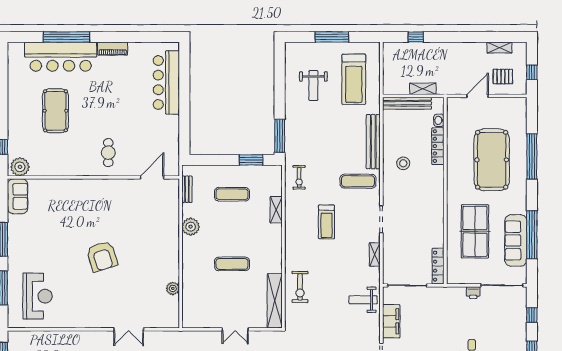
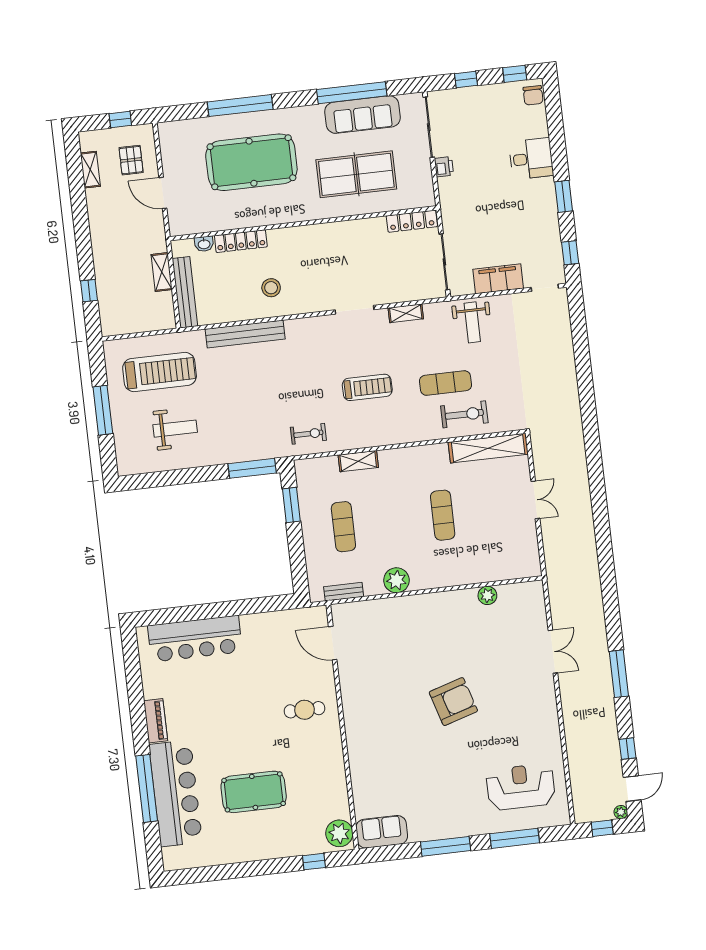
exercise mat: (358, 181) -> (445, 383), moved, turned 90

